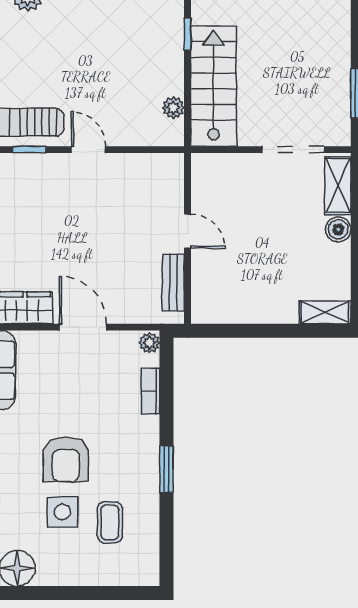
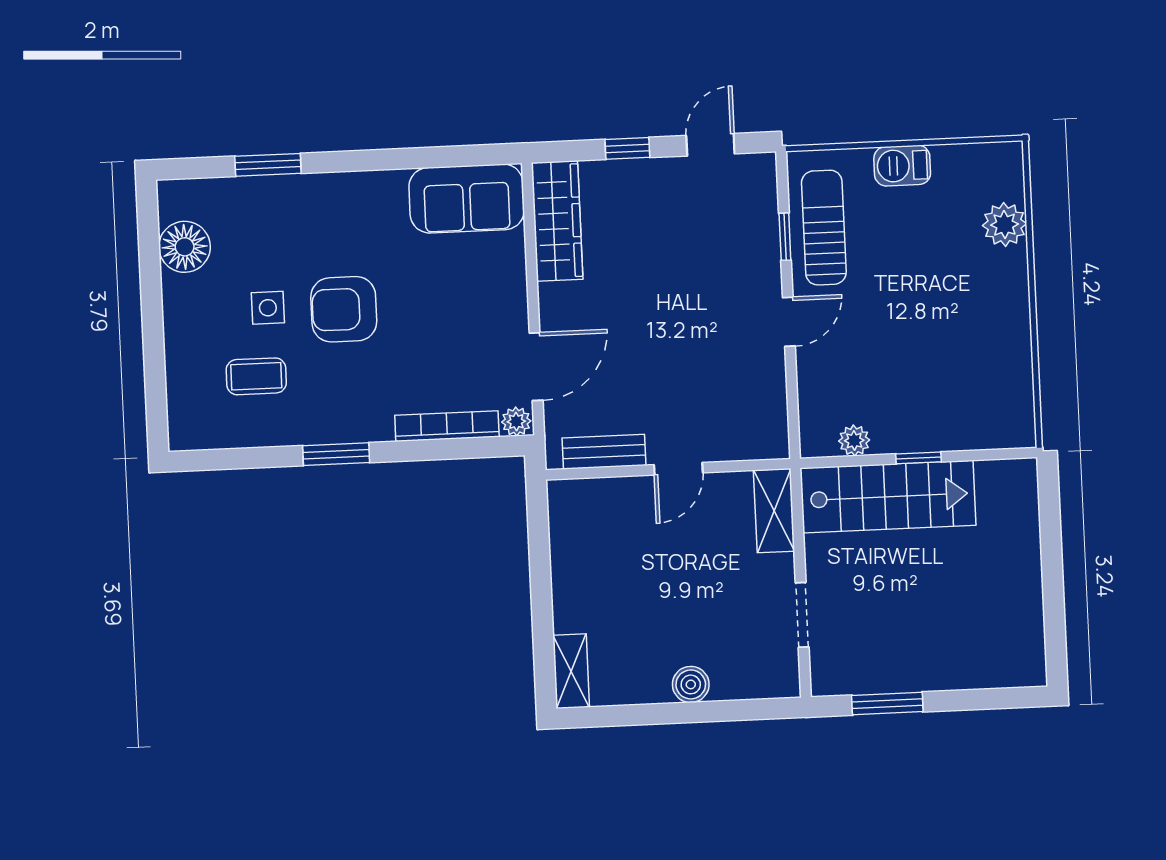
window: (188, 34) -> (919, 458), moved
doorway: (293, 150) -> (802, 615), width x0.73
shelving: (338, 186) -> (774, 511), moved, turned 90
door: (83, 327) -> (536, 367), moved
bookcase: (150, 391) -> (447, 426), width x1.56
side table: (62, 512) -> (268, 308), width x0.73, depth x0.73

